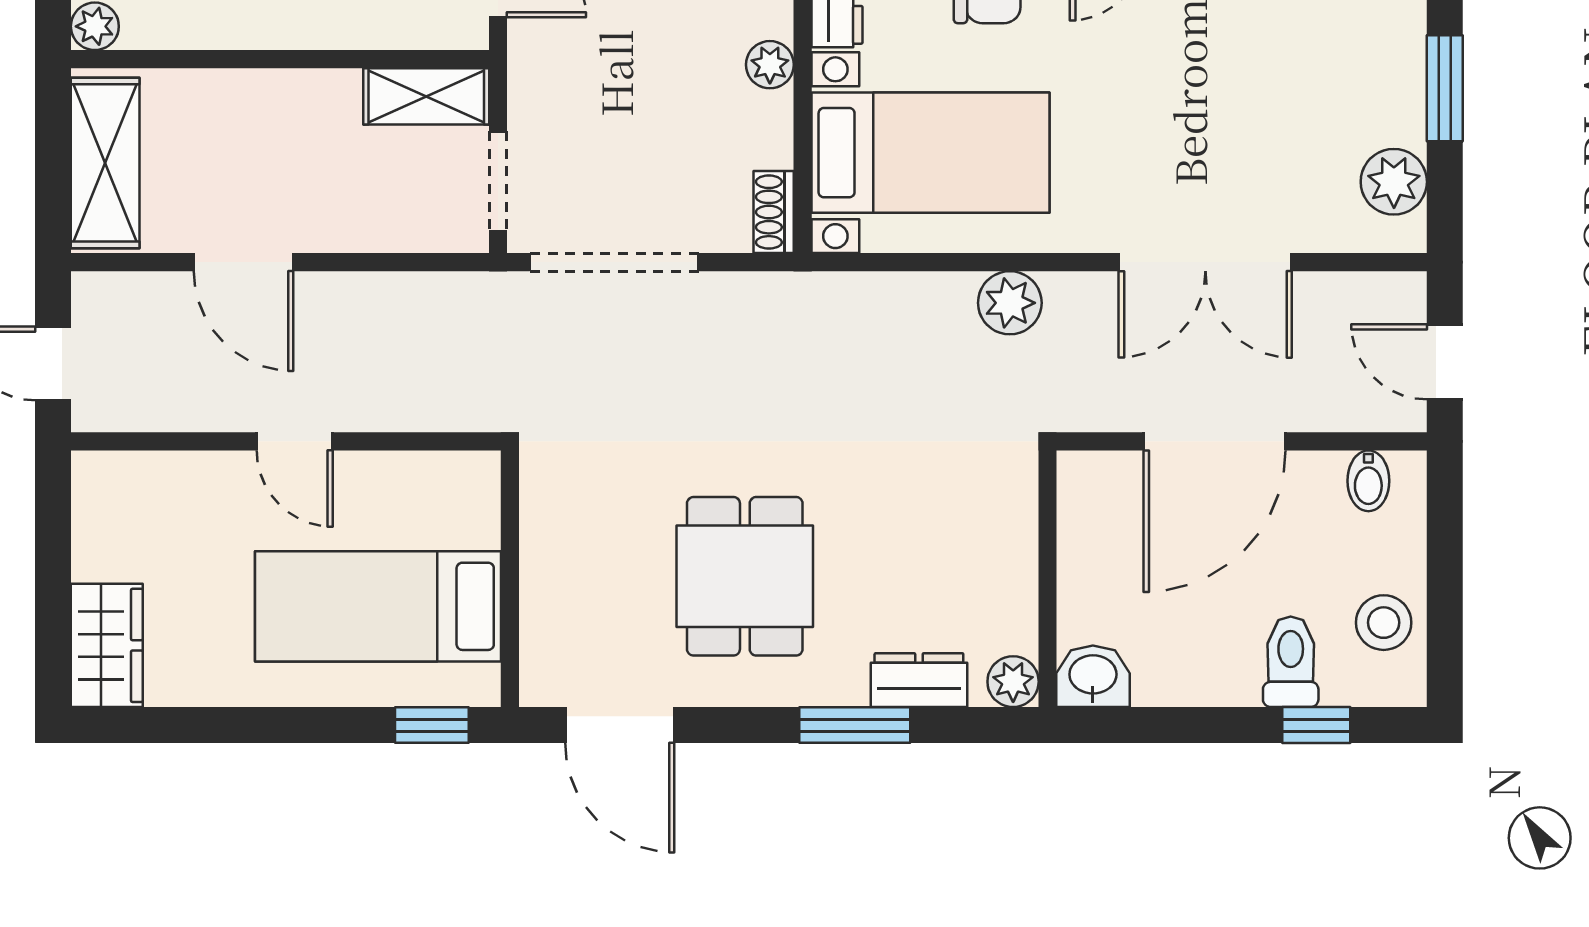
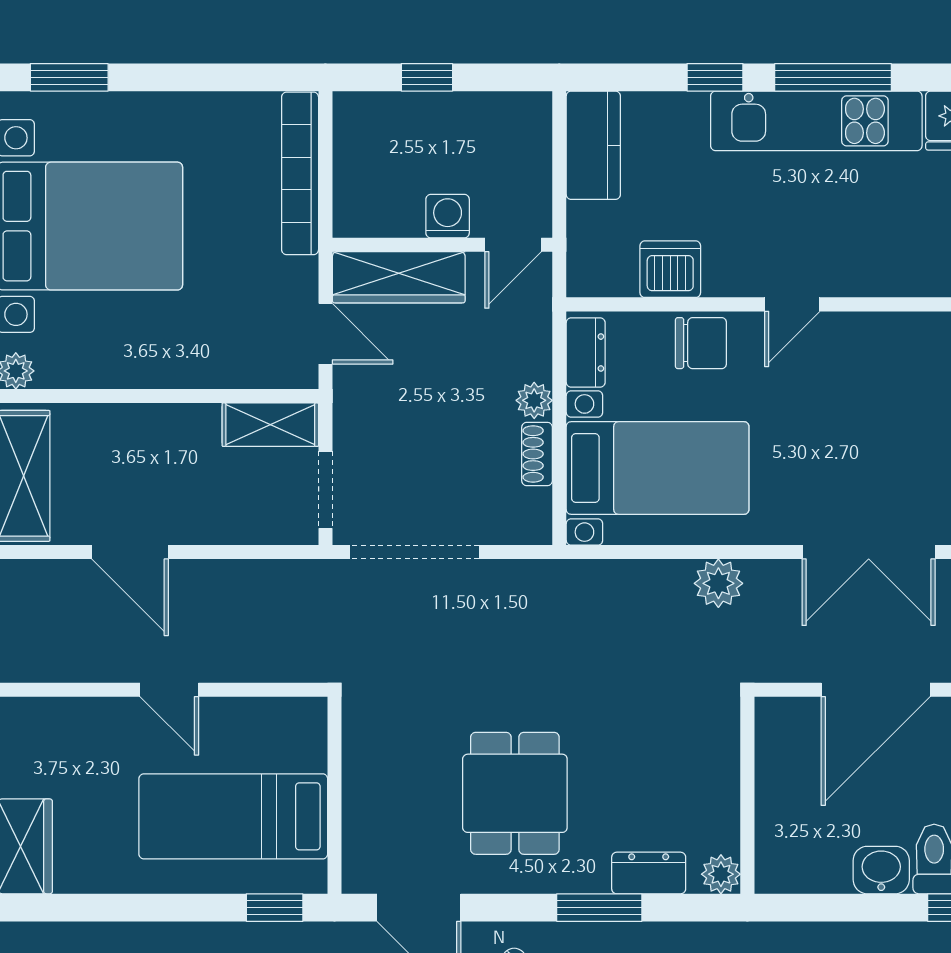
shoe rack: (774, 212) -> (537, 454), moved
washbasin: (1093, 676) -> (881, 870), moved

